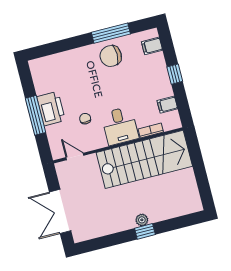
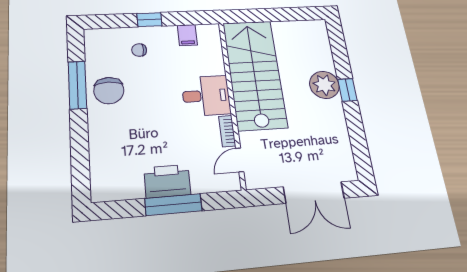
filing cabinet: (152, 46) -> (107, 39), removed
chair: (85, 119) -> (139, 50), moved
bookcase: (151, 131) -> (227, 131), moved
plant: (142, 220) -> (324, 85), width x1.87, depth x1.87

